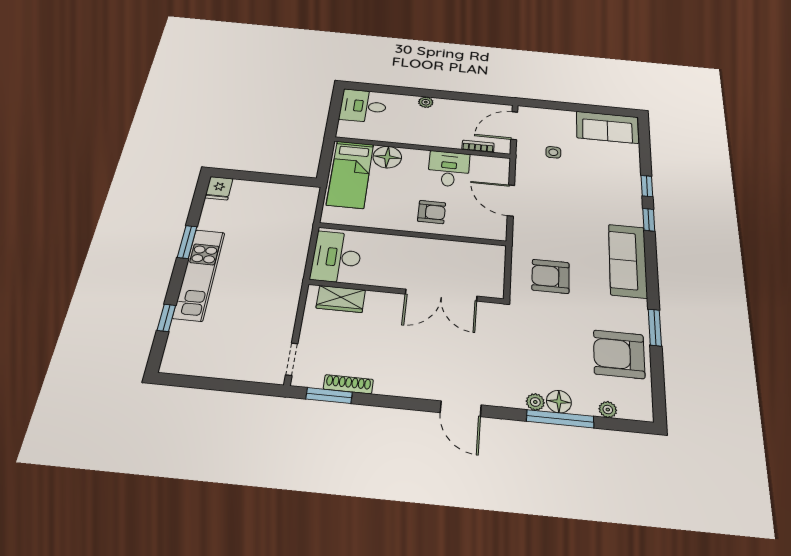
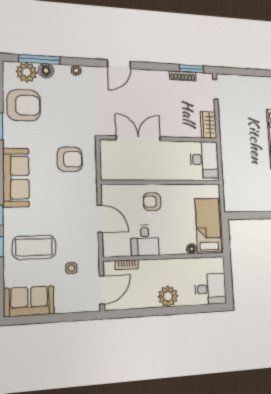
plant: (426, 102) -> (168, 296), width x1.88, depth x1.88
floor lamp: (387, 157) -> (192, 249), width x0.53, depth x0.53
coffee table: (602, 180) -> (34, 247), added
wardrobe: (341, 299) -> (208, 125), moved, turned -90
floor lamp: (559, 402) -> (46, 71), moved
door: (461, 409) -> (119, 64), swing flipped
plant: (608, 410) -> (27, 72), width x1.88, depth x1.88
window: (560, 419) -> (39, 59), moved

